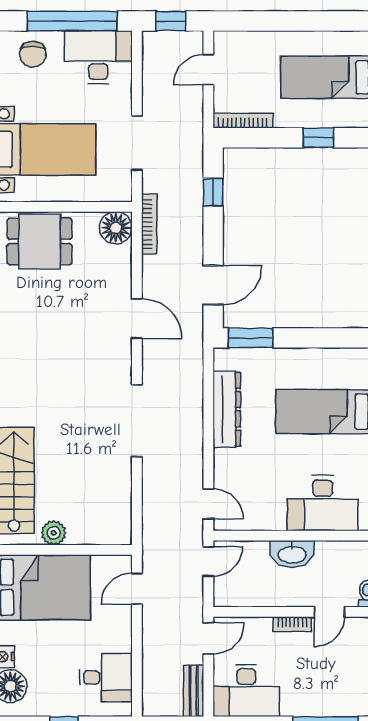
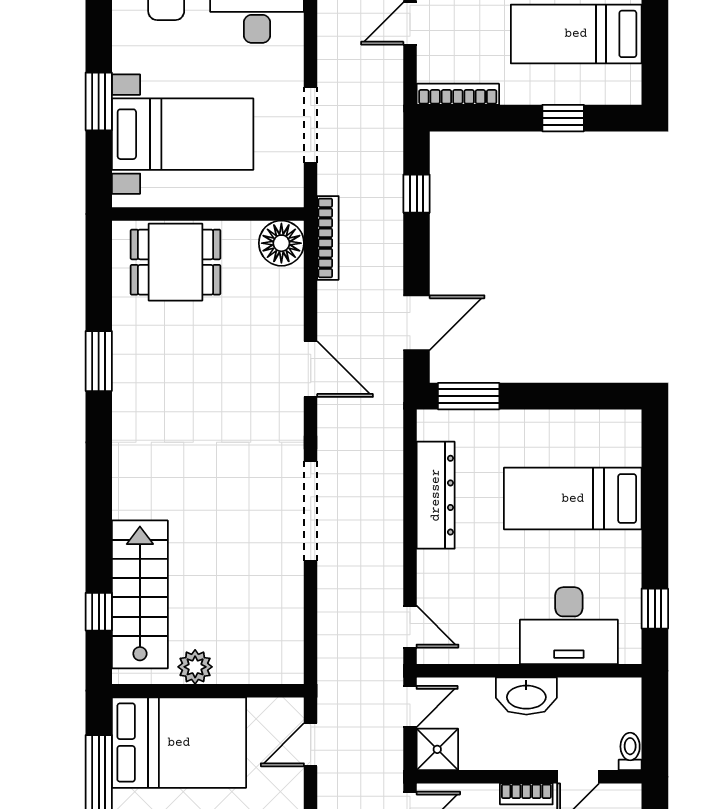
shower: (228, 592) -> (437, 749), added

